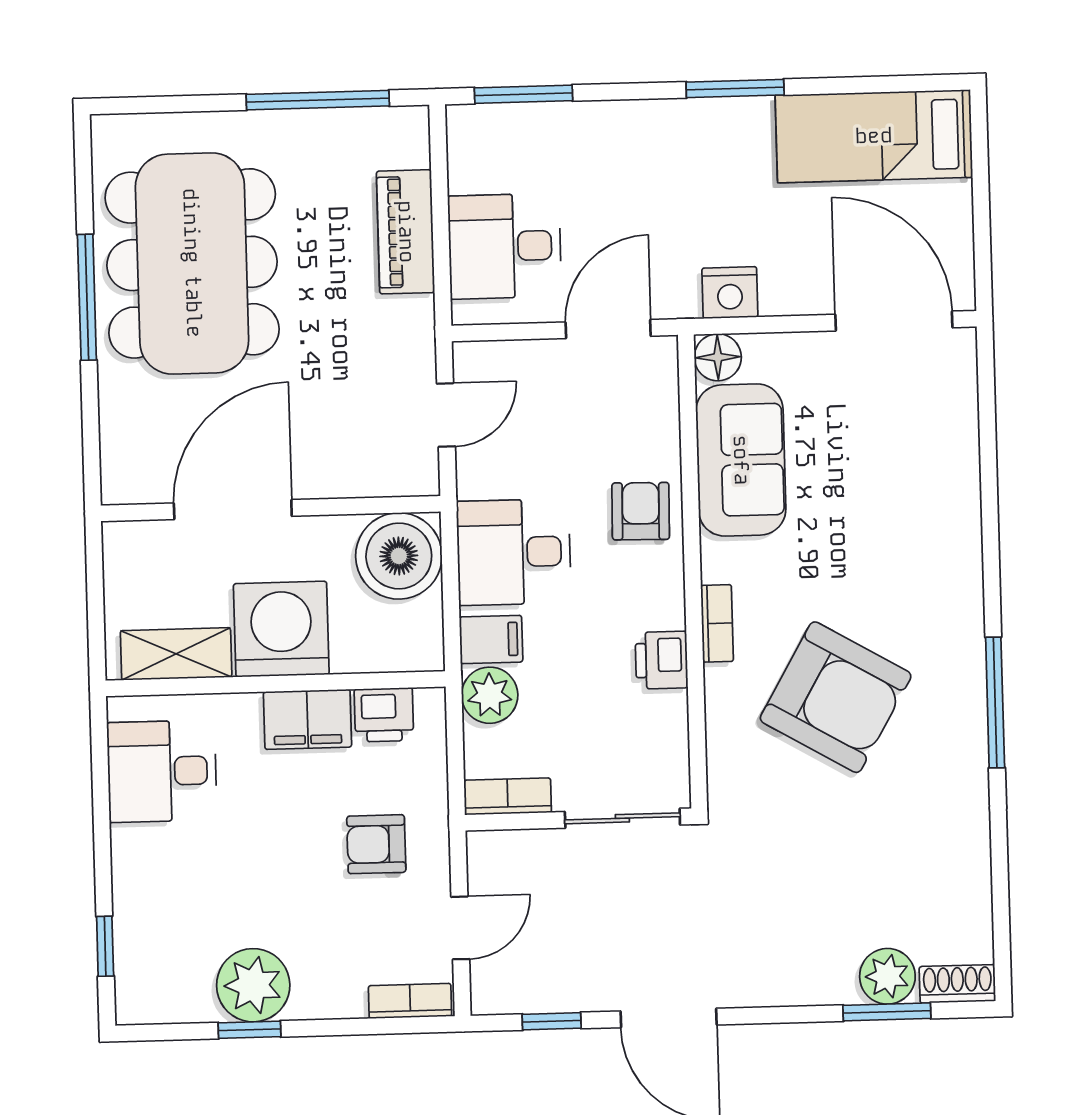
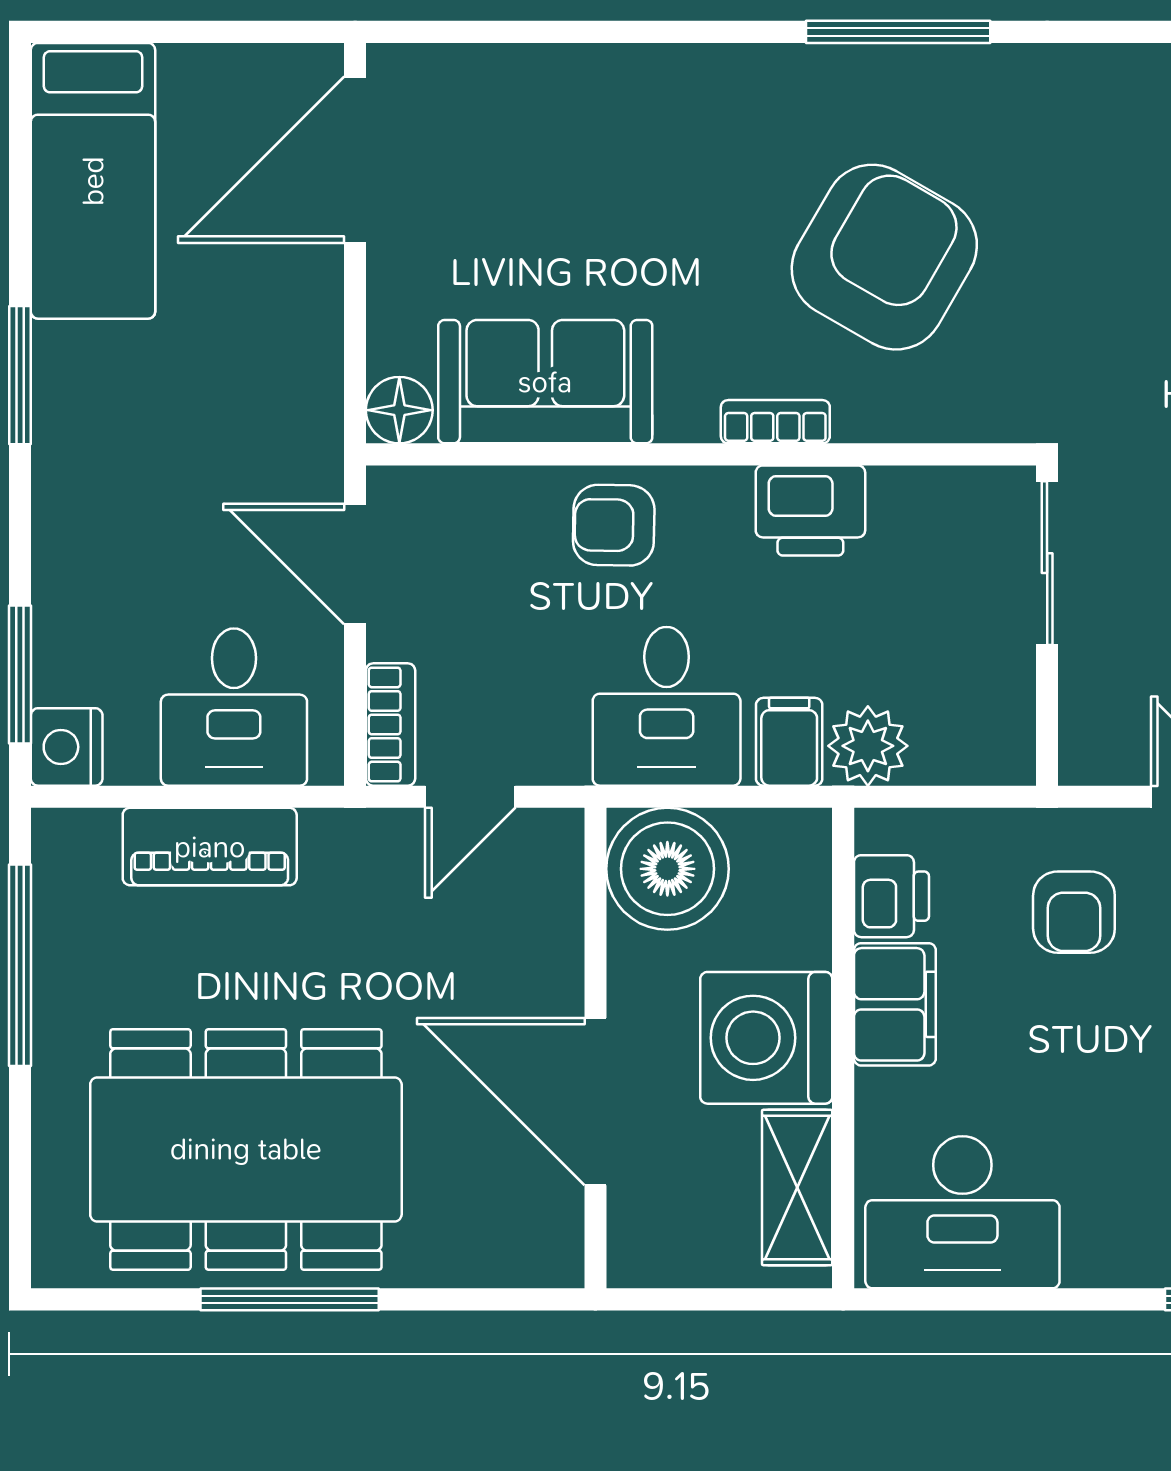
nightstand: (730, 293) -> (67, 747), moved, turned 180
door: (446, 415) -> (470, 797), swing flipped
printer: (661, 660) -> (810, 510), width x1.36, depth x1.24
desk: (162, 771) -> (962, 1212), width x1.37
bookcase: (508, 796) -> (391, 724), moved, turned 180

